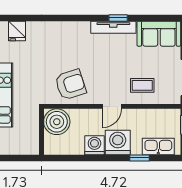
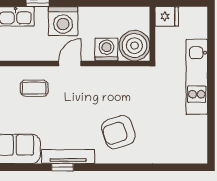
fridge: (17, 31) -> (167, 16), moved, turned 90
armchair: (70, 85) -> (118, 132), moved
washing machine: (94, 145) -> (106, 49), moved, turned 180

